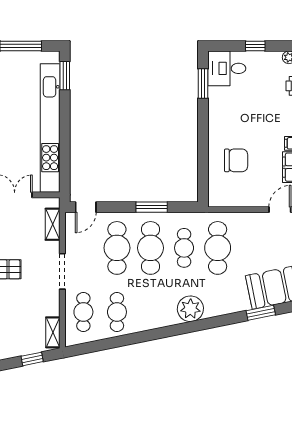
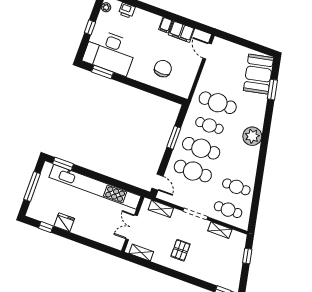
desk: (227, 68) -> (110, 52), width x1.87, depth x1.30
shelving: (53, 332) -> (220, 230), moved

